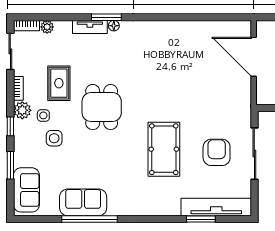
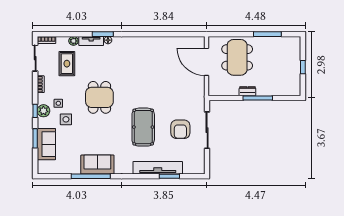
plant: (47, 27) -> (73, 41), moved
rug: (59, 83) -> (67, 64), moved
plant: (22, 110) -> (43, 111), moved
armchair: (217, 152) -> (180, 129), turned 180
sofa: (26, 190) -> (46, 144), moved
sofa: (83, 202) -> (97, 165), moved
tv unit: (216, 207) -> (158, 168), moved

